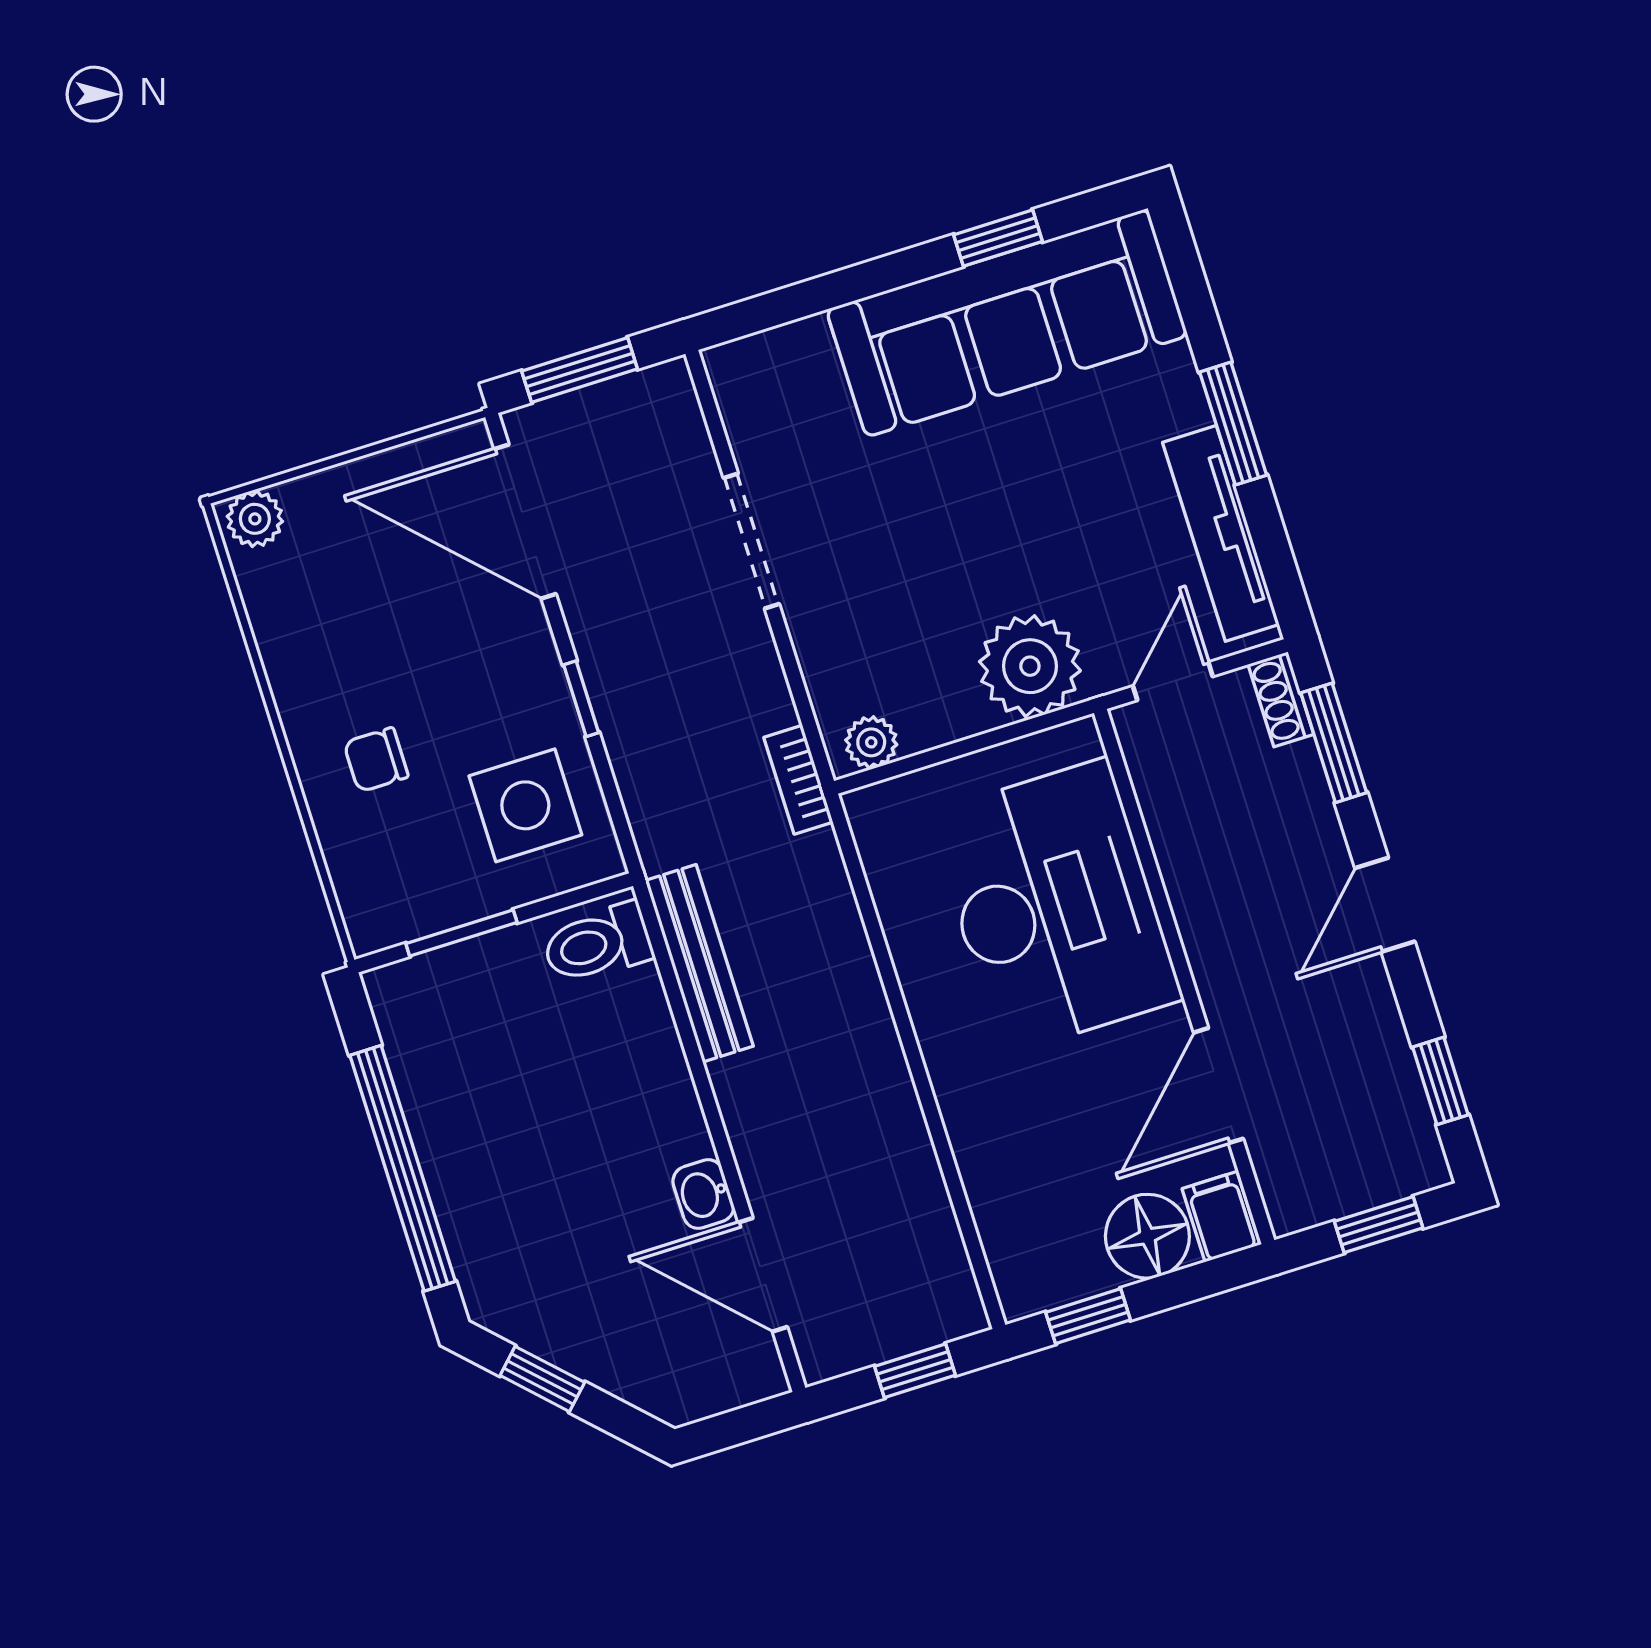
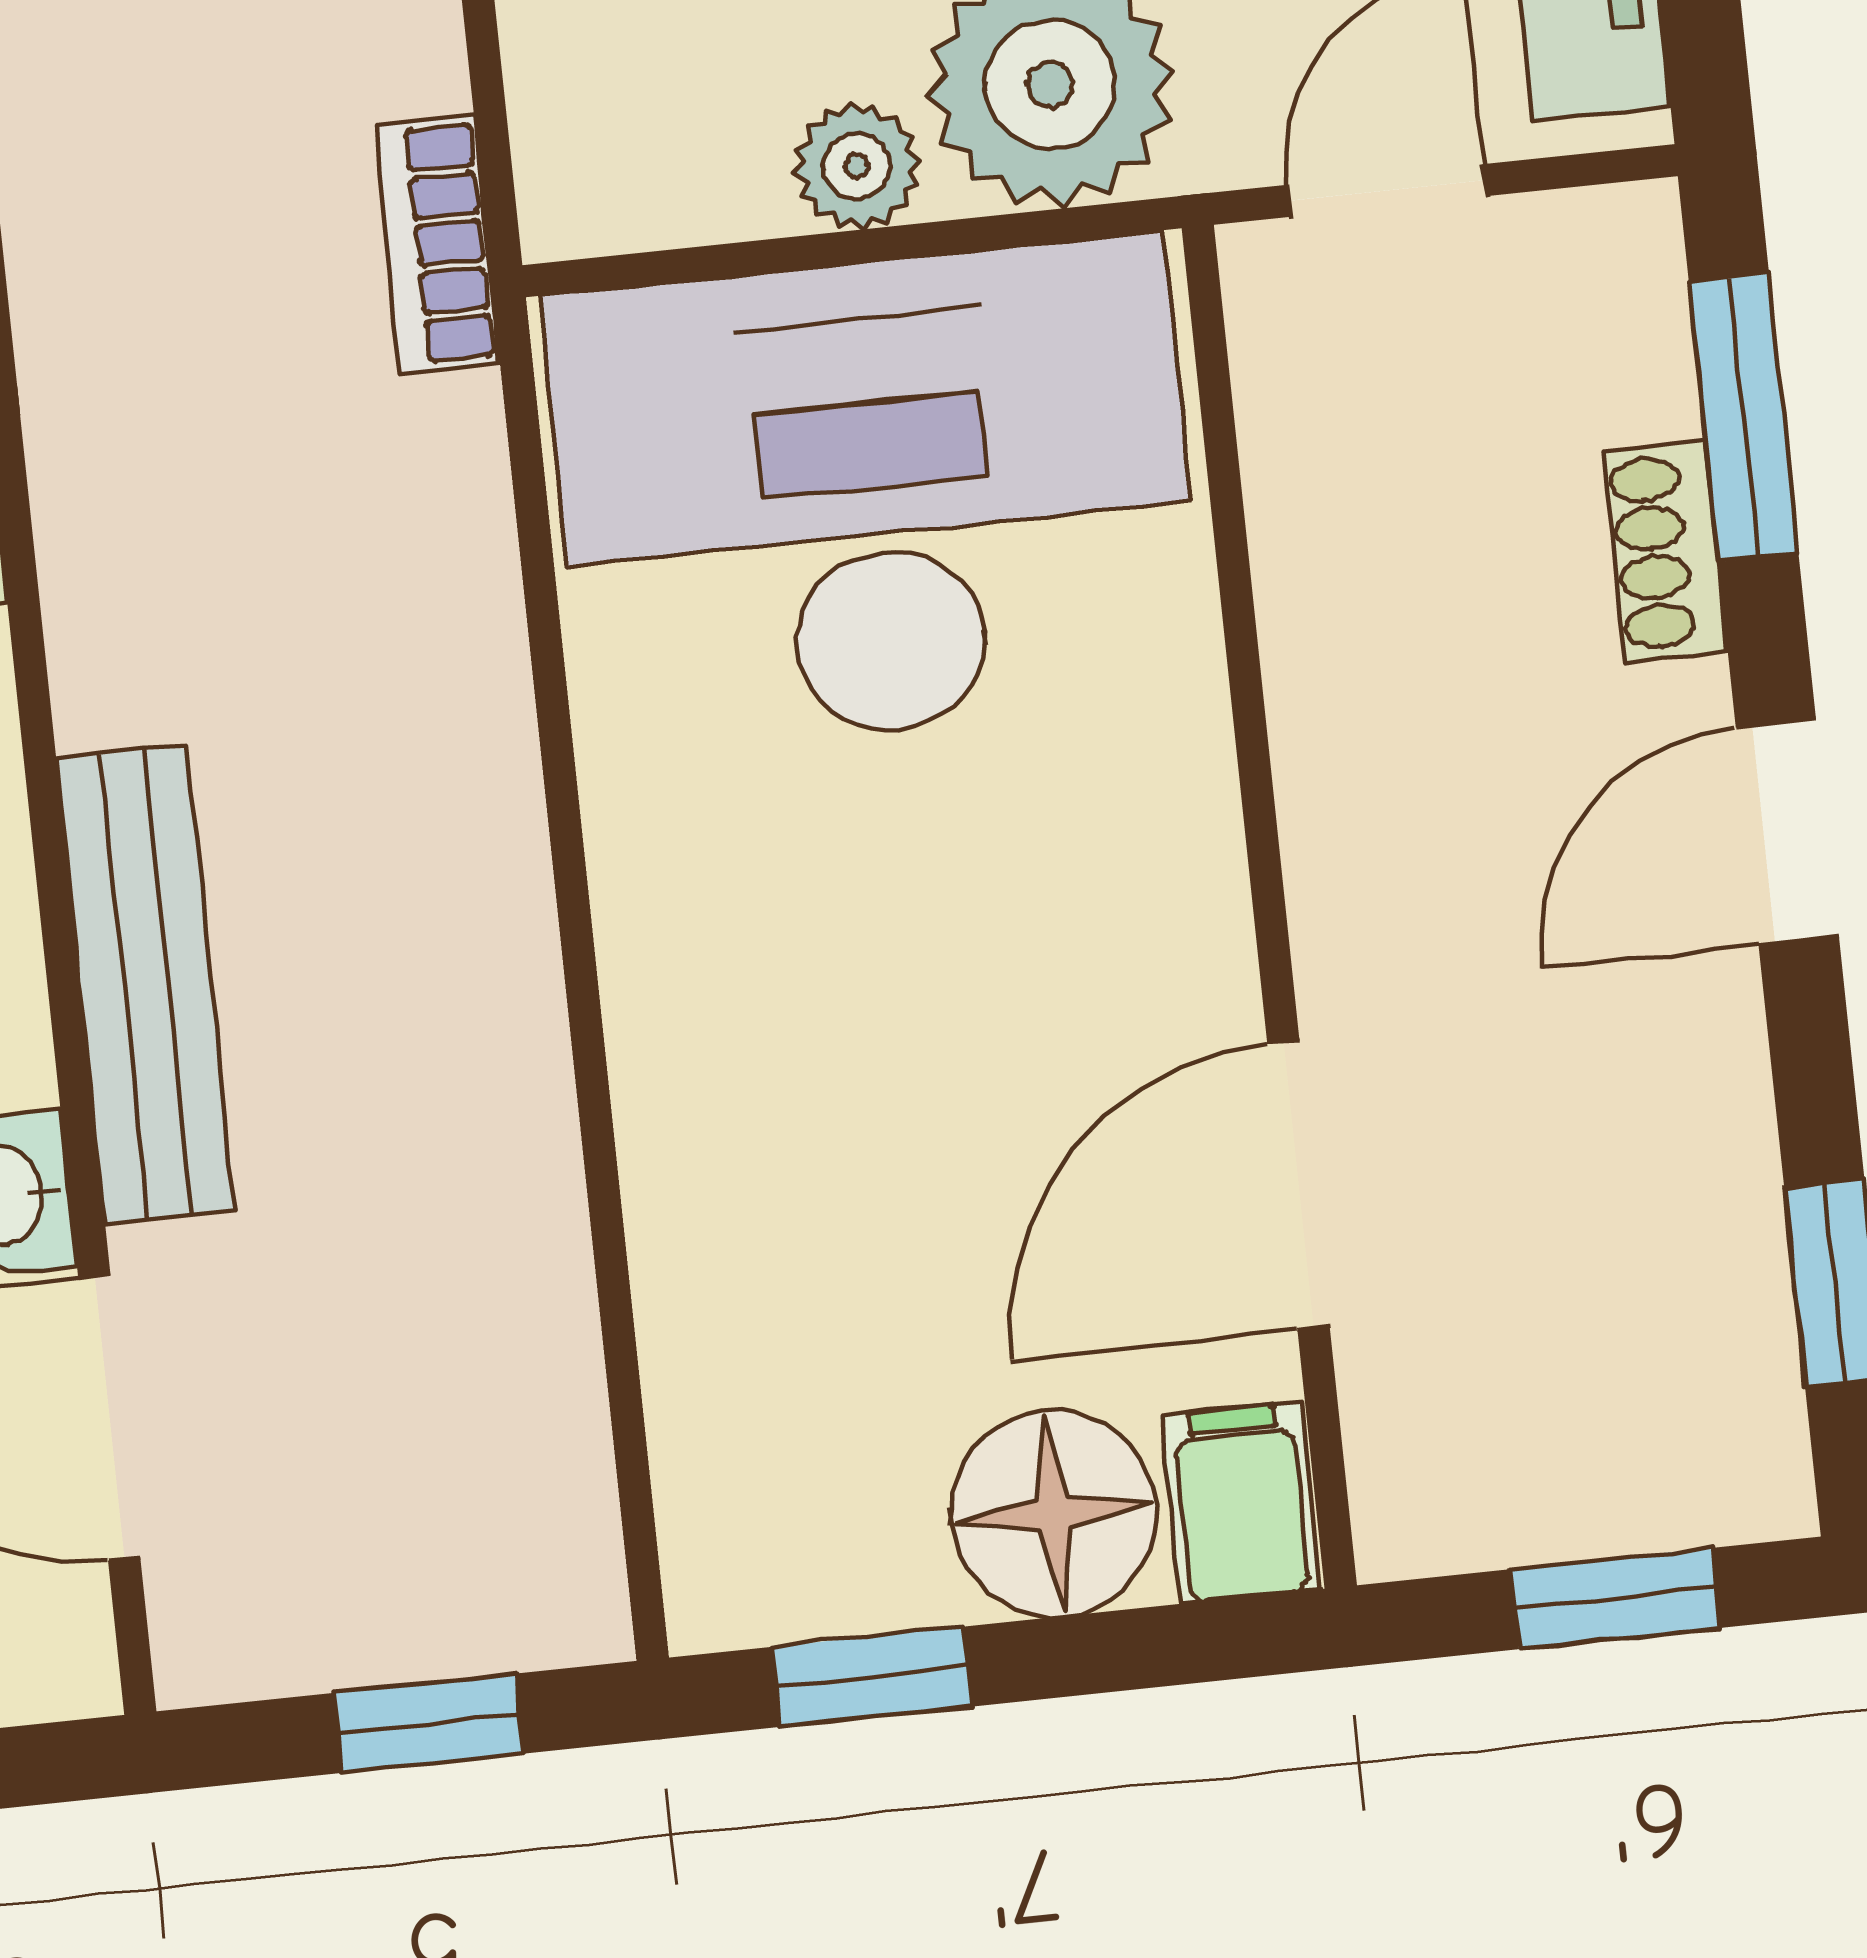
shoe rack: (1281, 699) -> (1665, 552), moved
plant: (871, 742) -> (857, 166), moved
desk: (1055, 906) -> (876, 496), moved, turned -90
bench: (699, 963) -> (146, 985), moved

